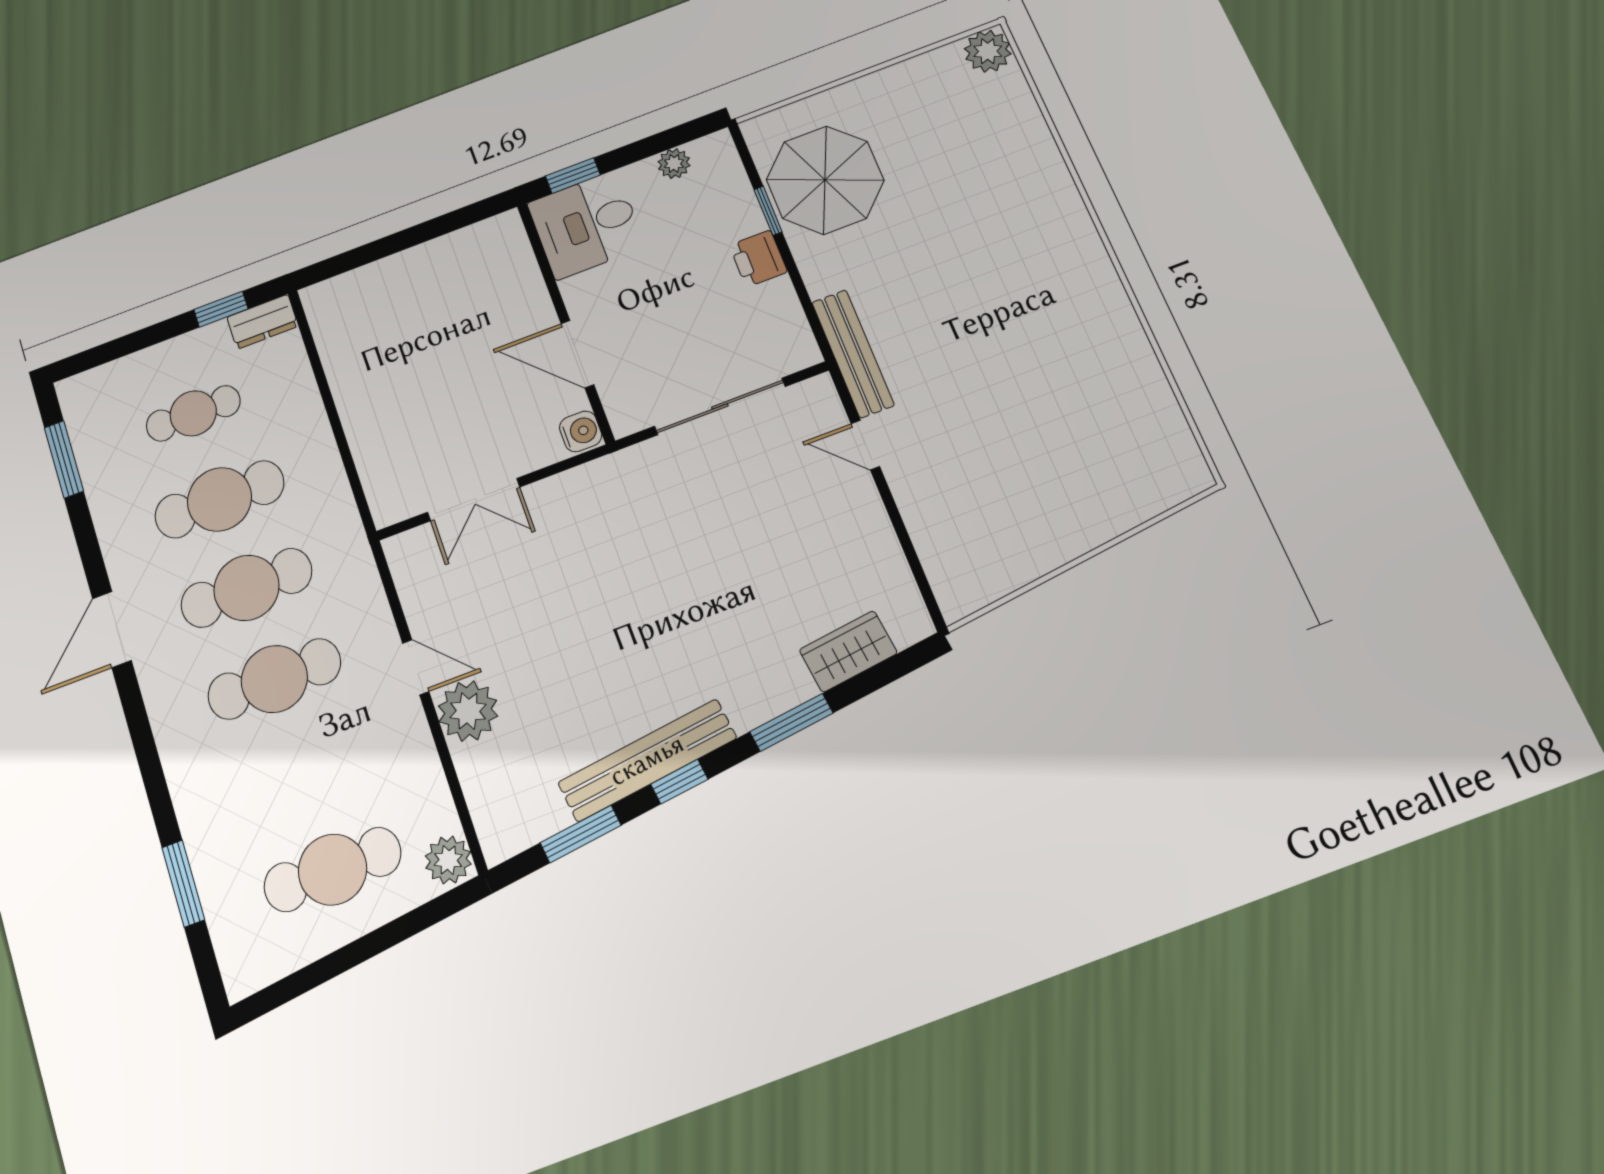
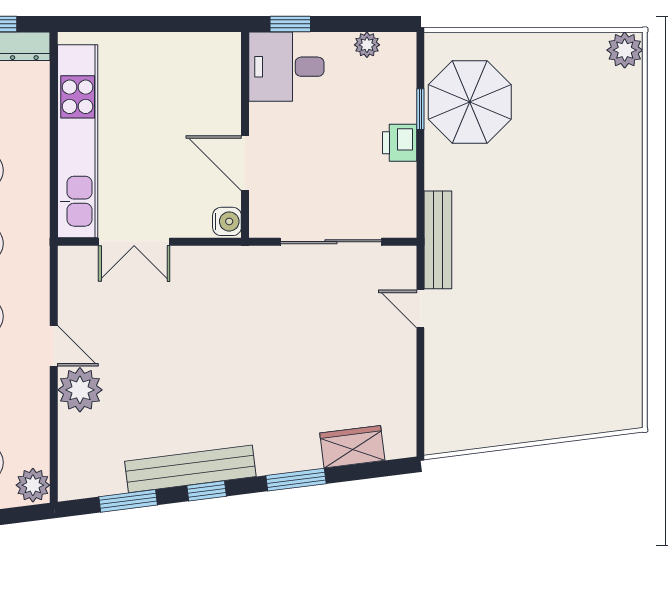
kitchen unit: (363, 406) -> (78, 141), added

